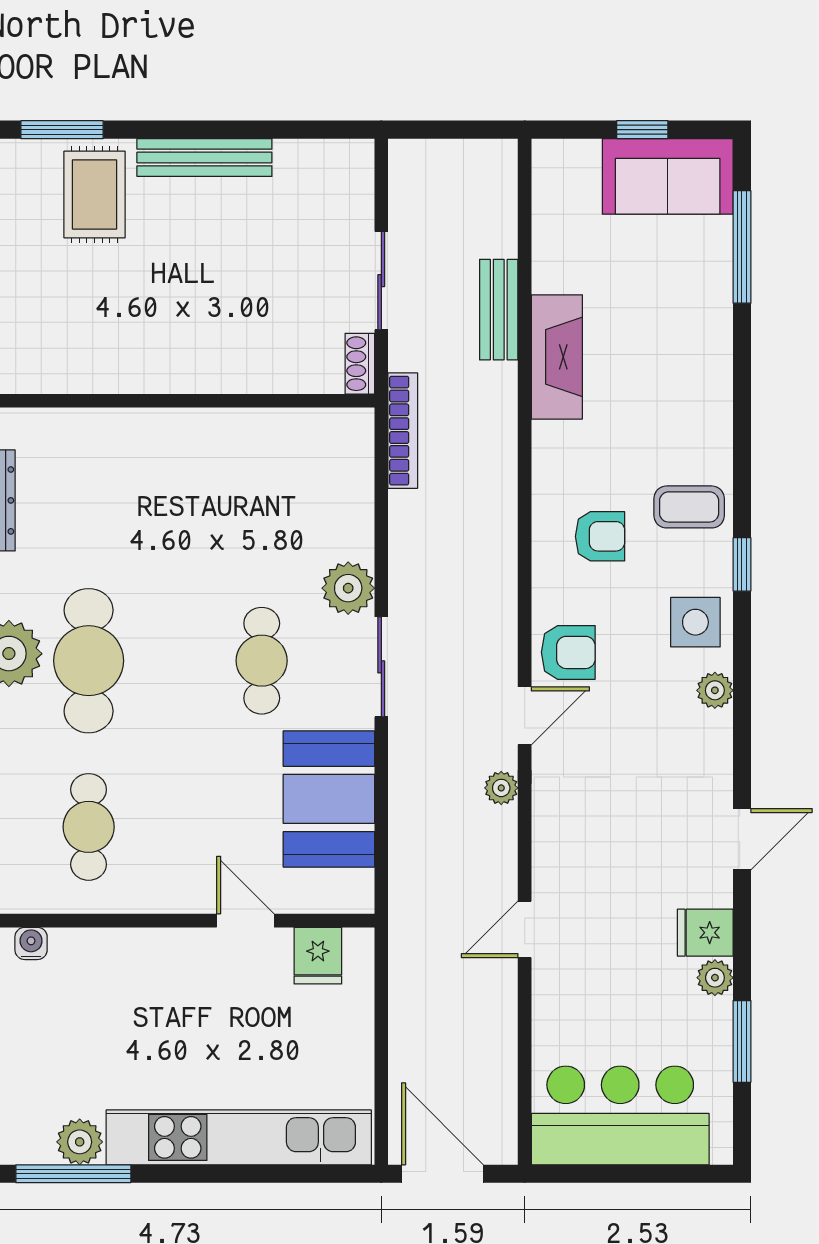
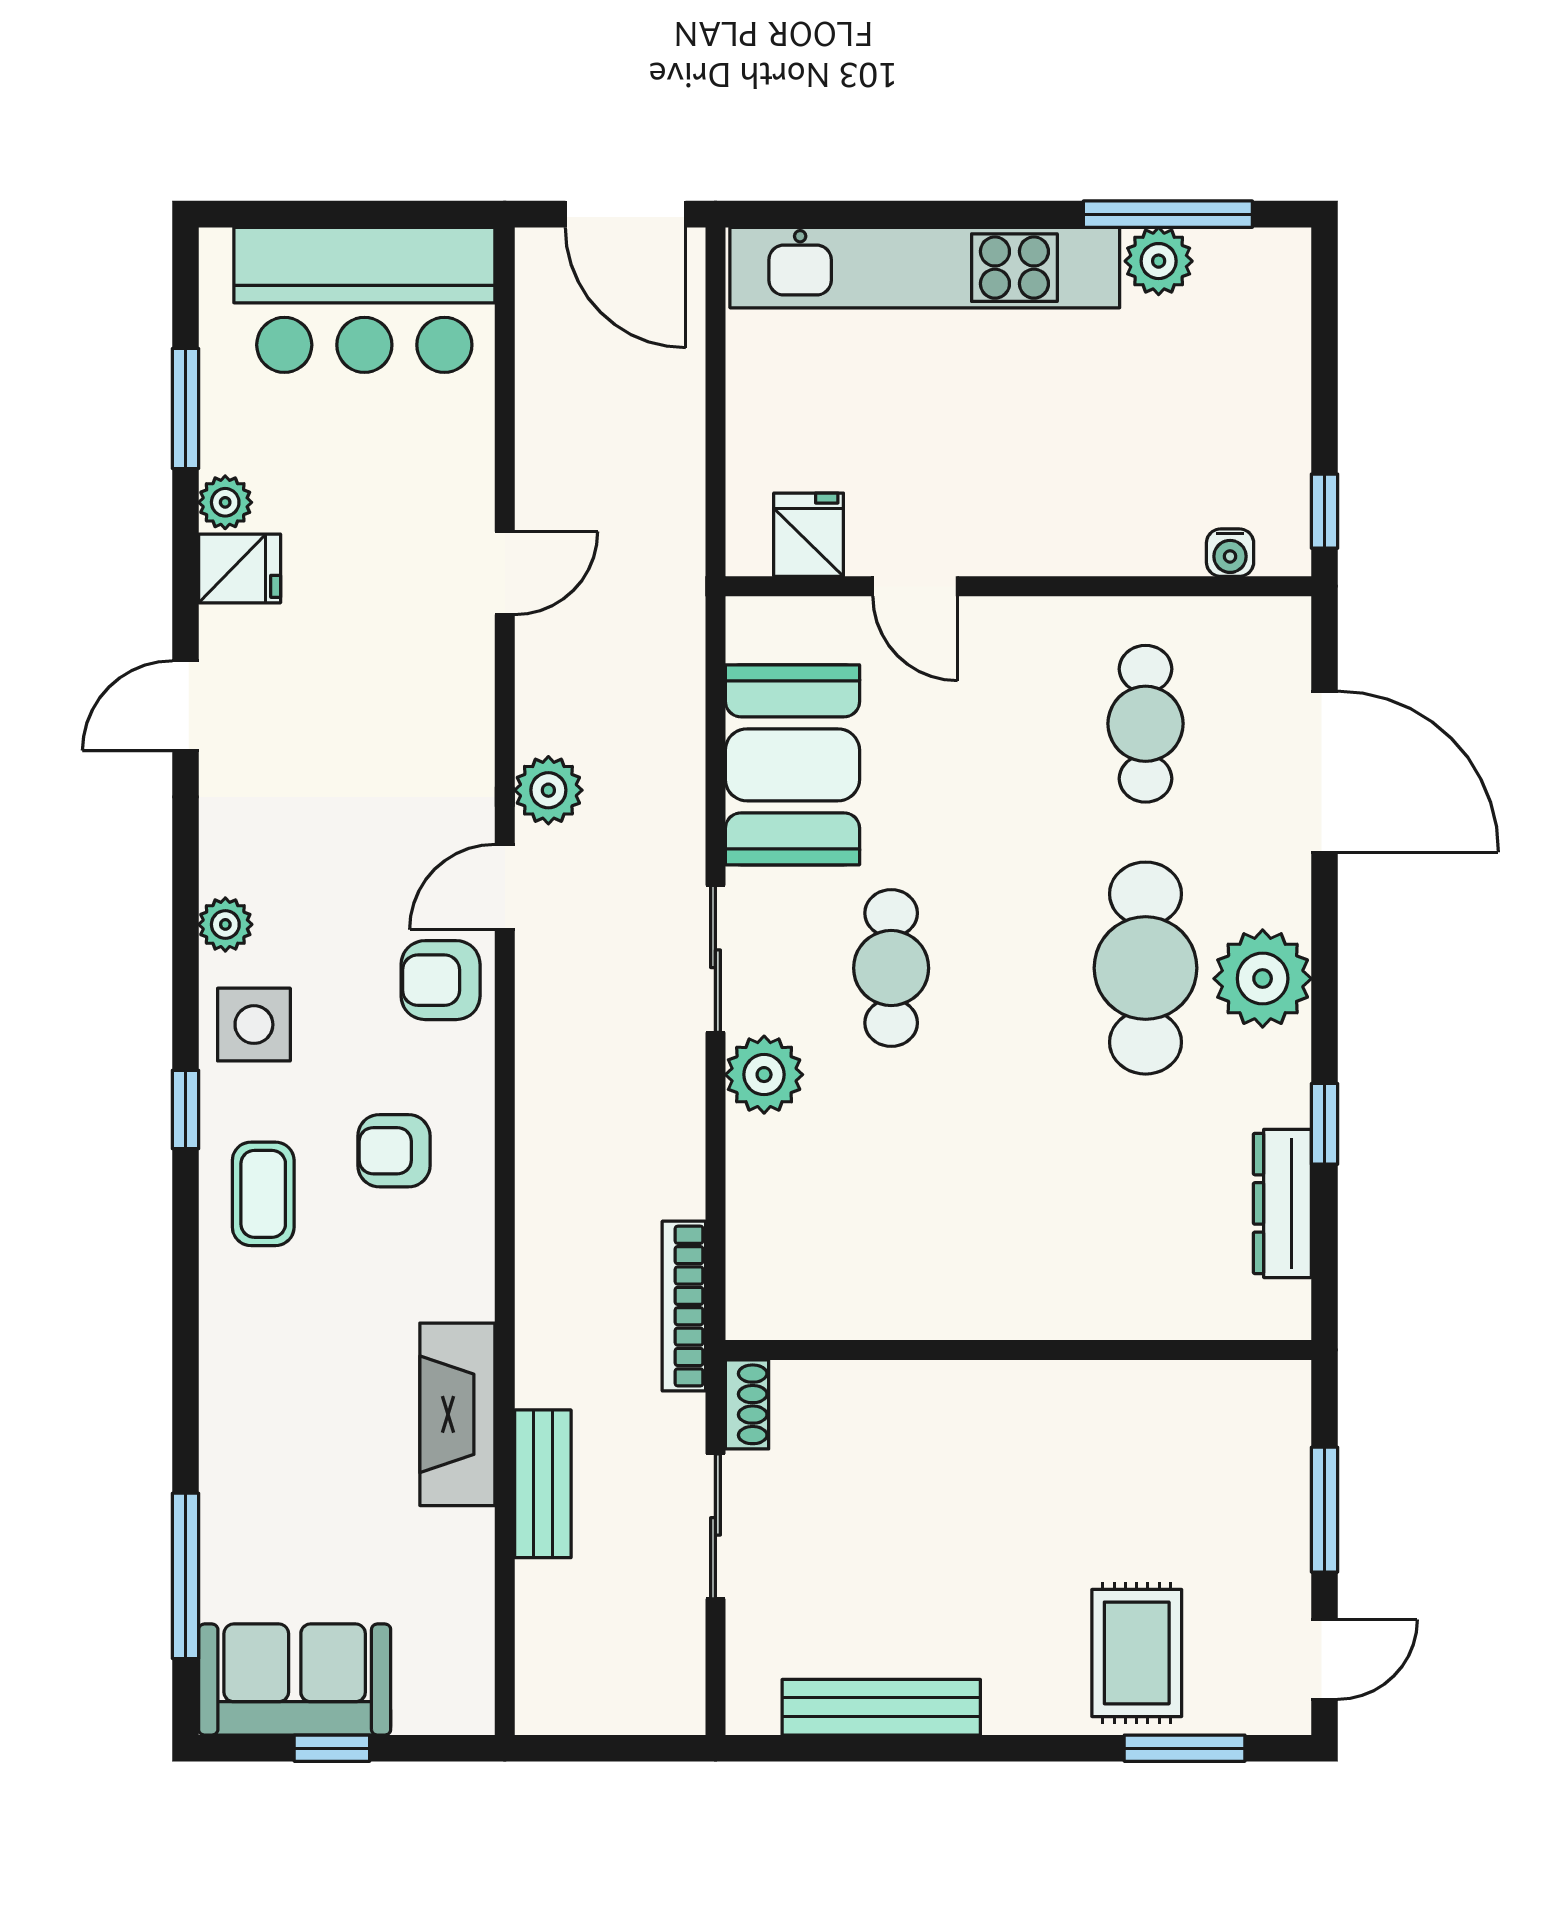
bench: (204, 158) -> (881, 1707), moved
coffee table: (689, 507) -> (263, 1194), turned 90
plant: (501, 788) -> (548, 790), width x1.38, depth x1.38

